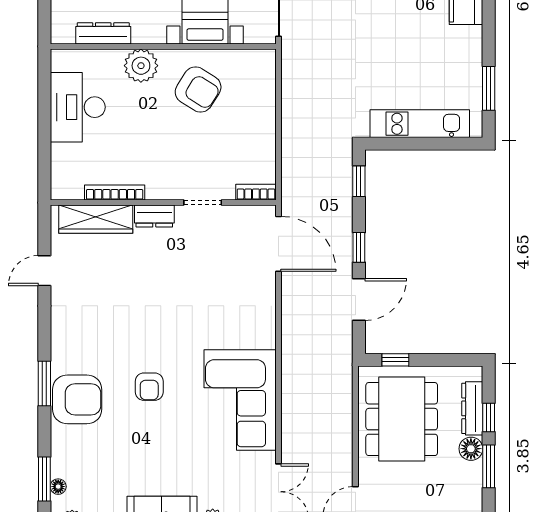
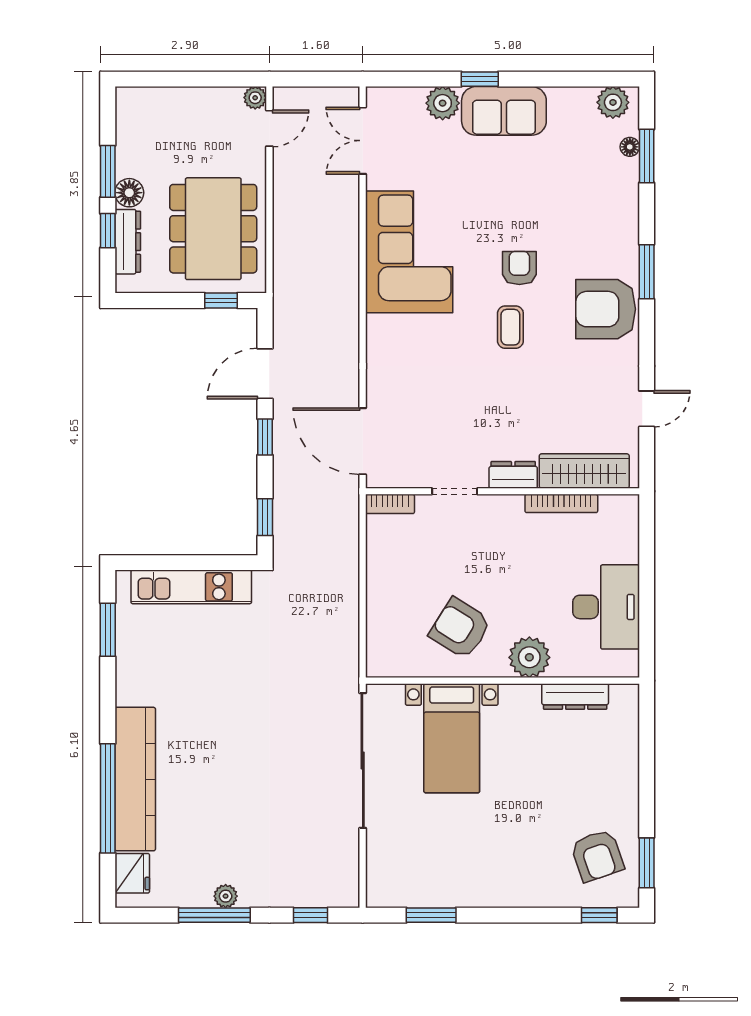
coffee table: (157, 338) -> (510, 327), added
armchair: (77, 399) -> (606, 309), moved

